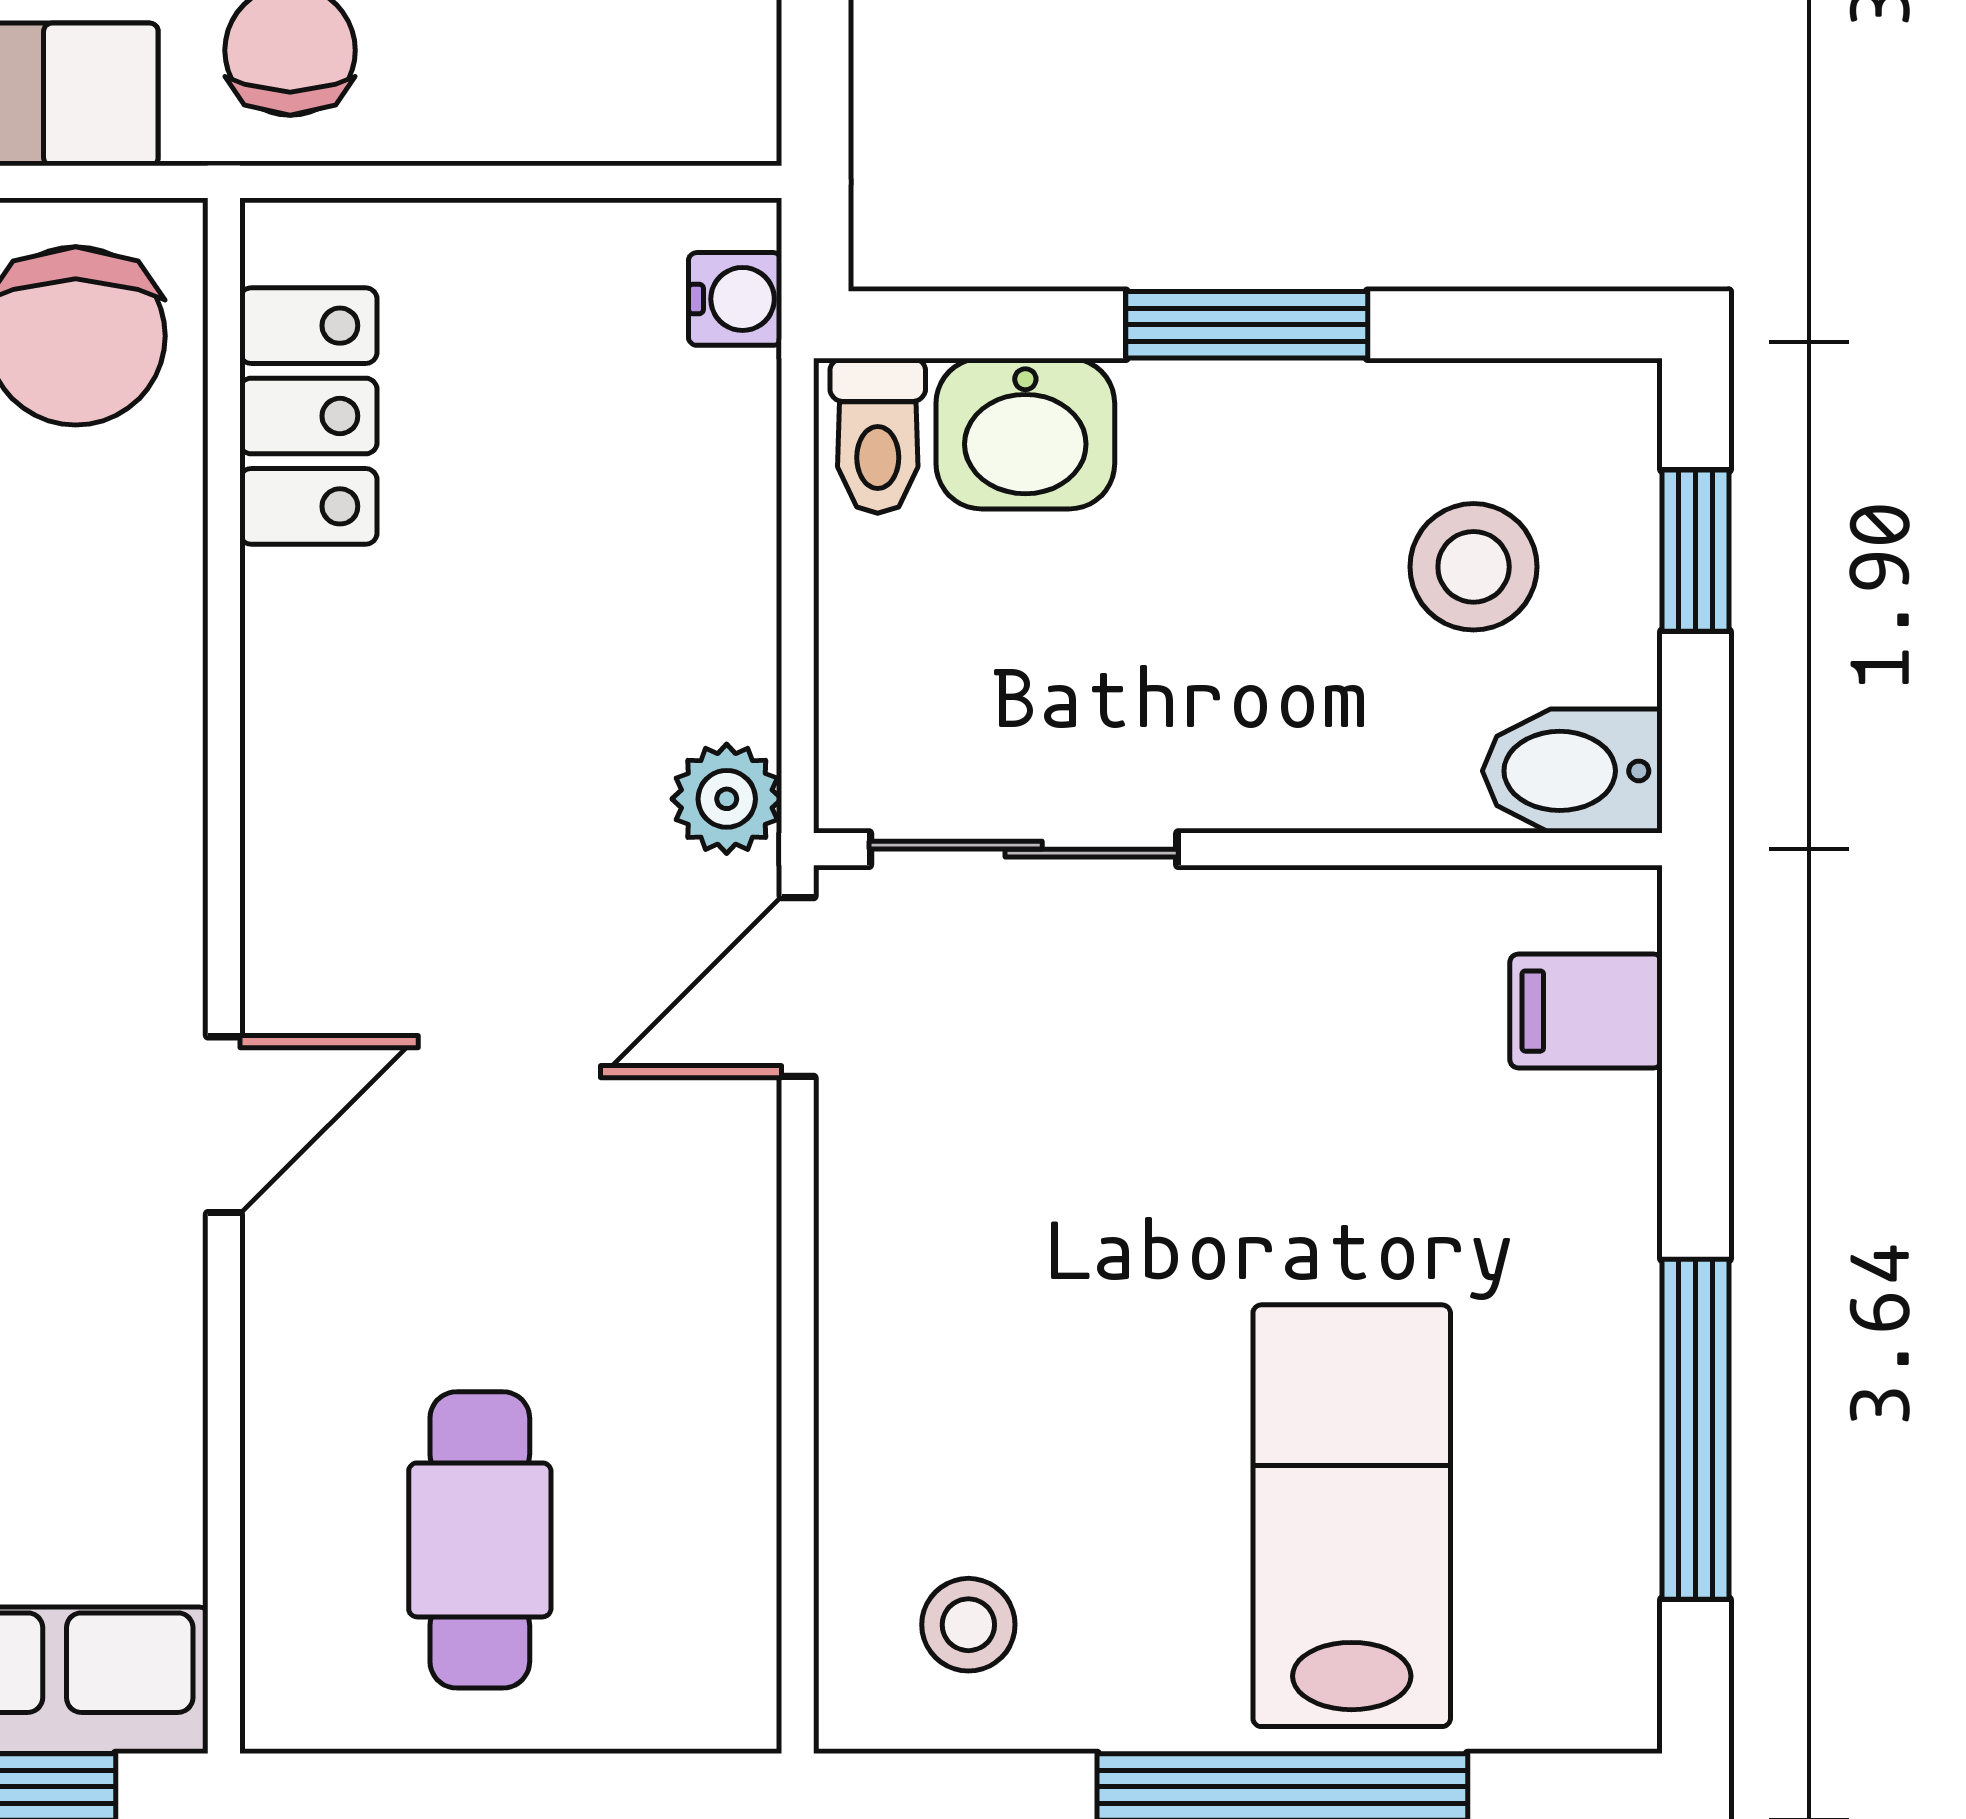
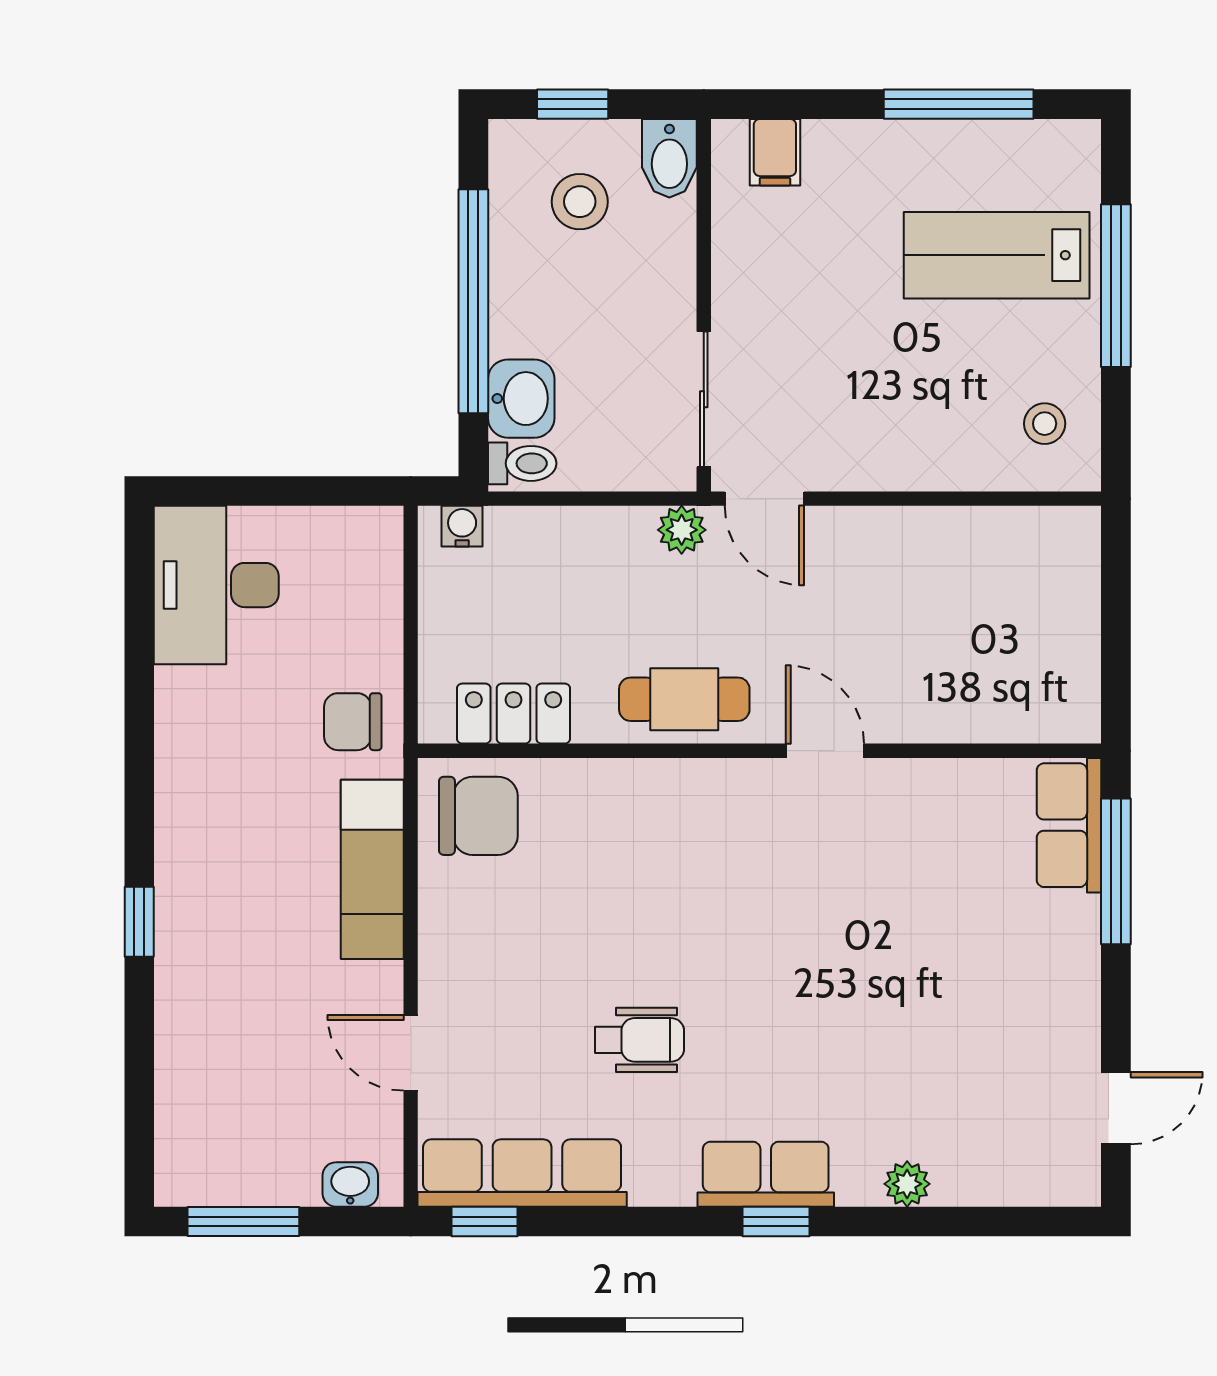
window: (1247, 325) -> (473, 301), width x2.11
cafe table: (480, 1540) -> (684, 699), moved

